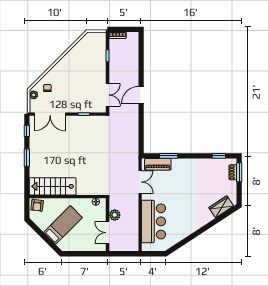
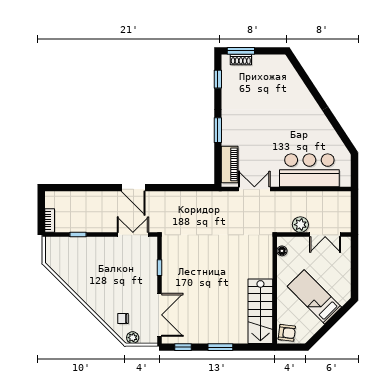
window: (169, 156) -> (218, 130), moved
wardrobe: (221, 207) -> (289, 76), removed

